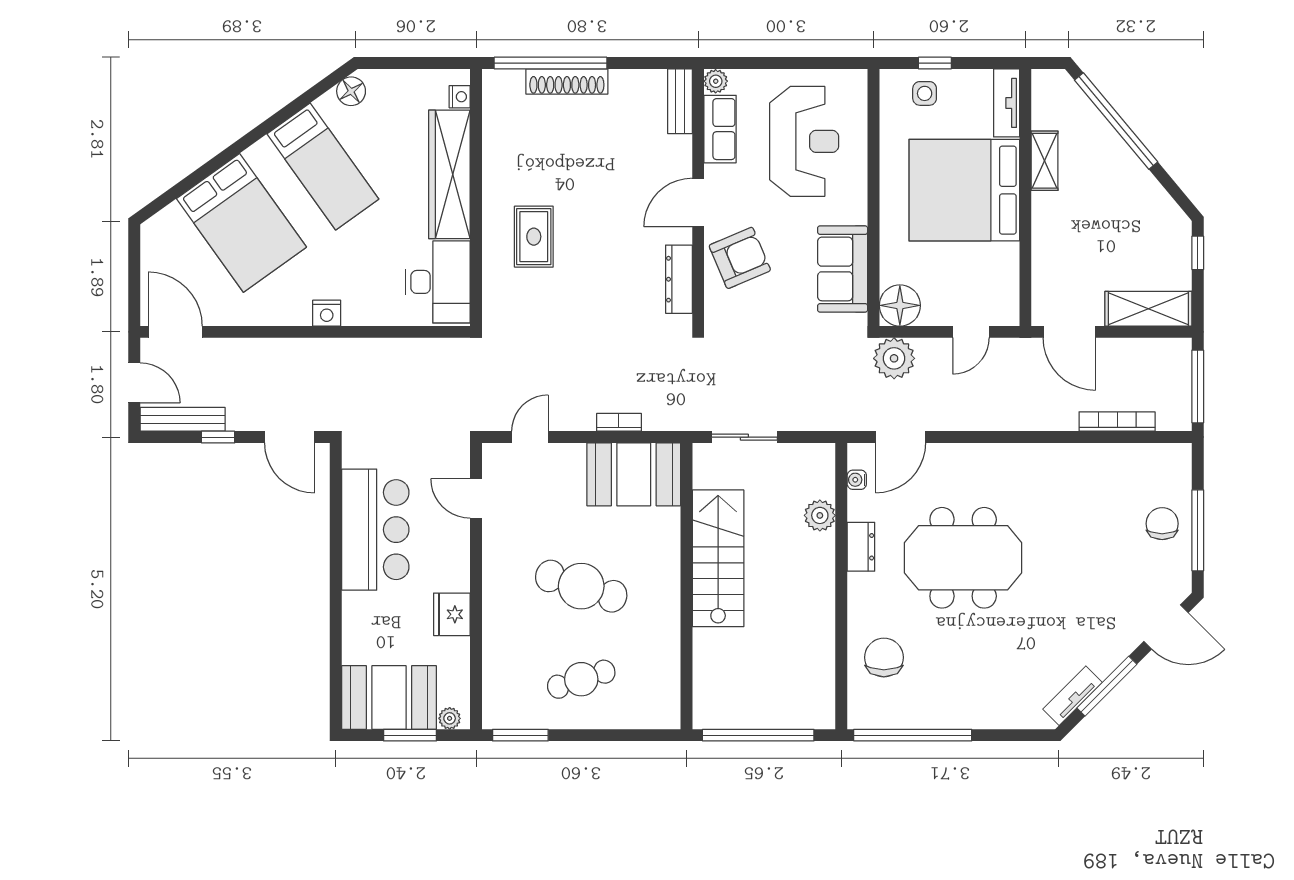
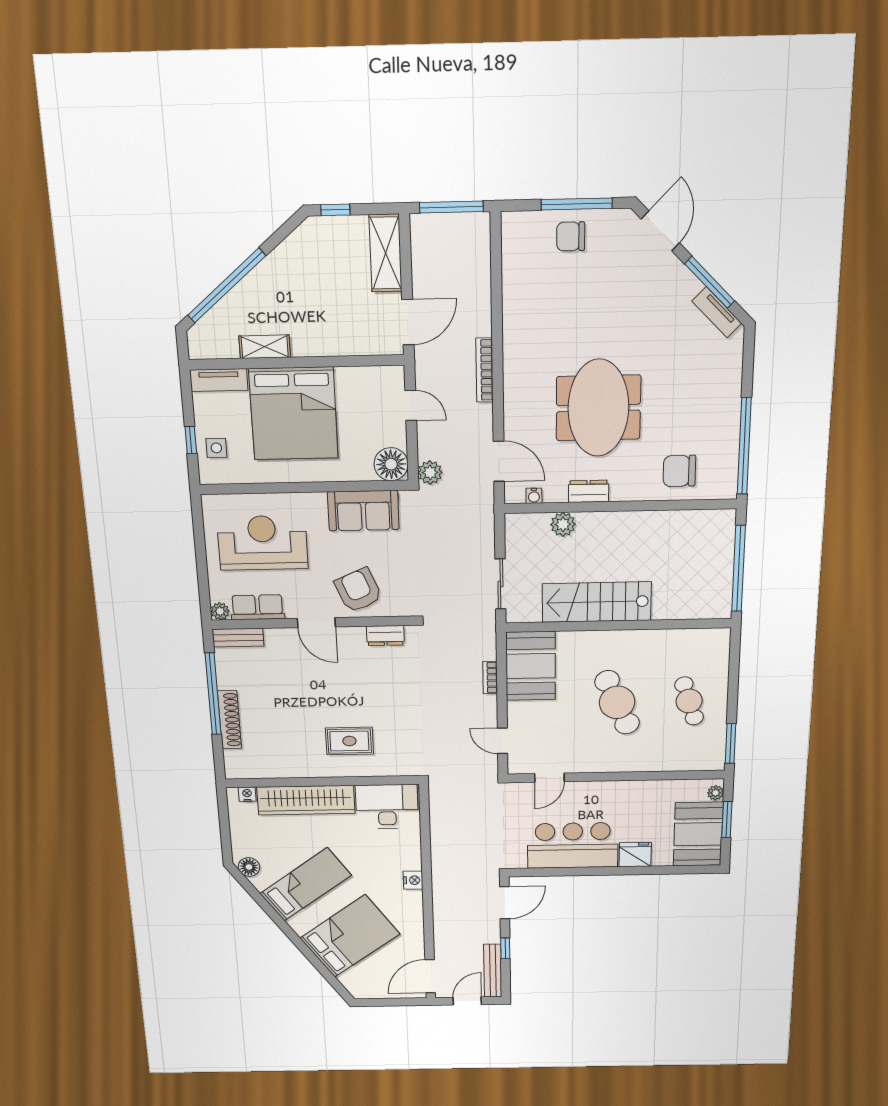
window: (550, 63) -> (213, 694), moved
dresser: (679, 279) -> (385, 635), width x0.70
plant: (894, 358) -> (430, 473), width x0.73, depth x0.73
bookcase: (1117, 422) -> (485, 370), moved
cafe table: (581, 586) -> (617, 702), turned -42
fridge: (452, 614) -> (635, 855), moved, turned 180

